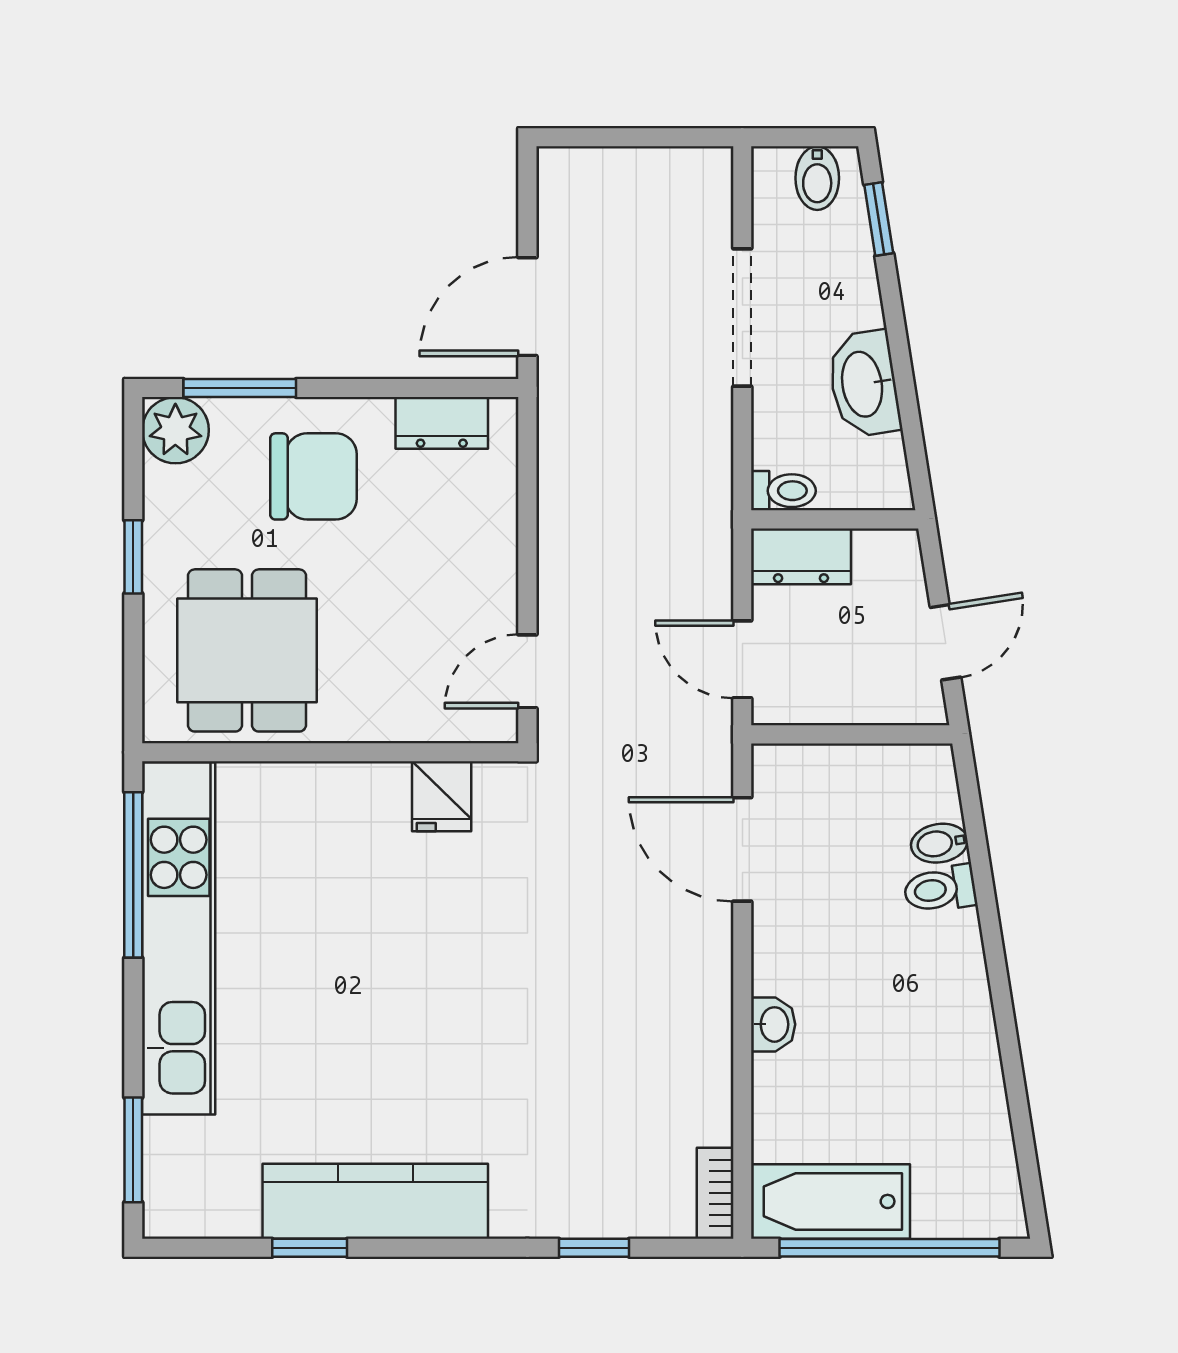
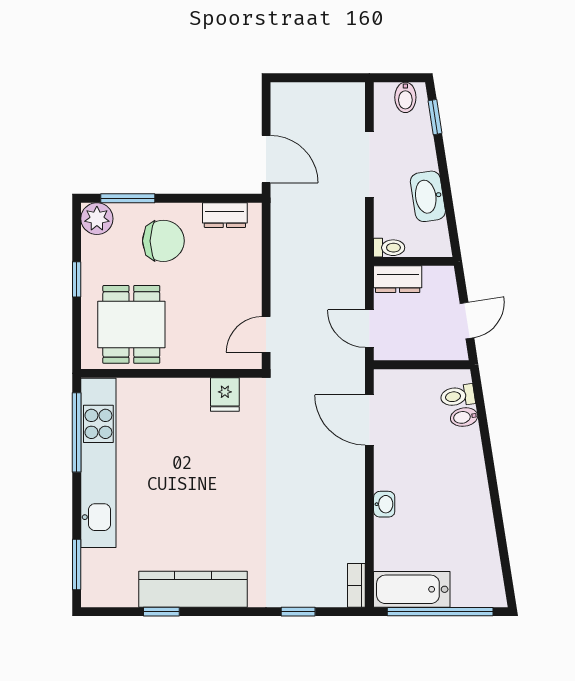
door: (527, 307) -> (266, 159), swing flipped
toilet: (940, 889) -> (458, 396), moved

